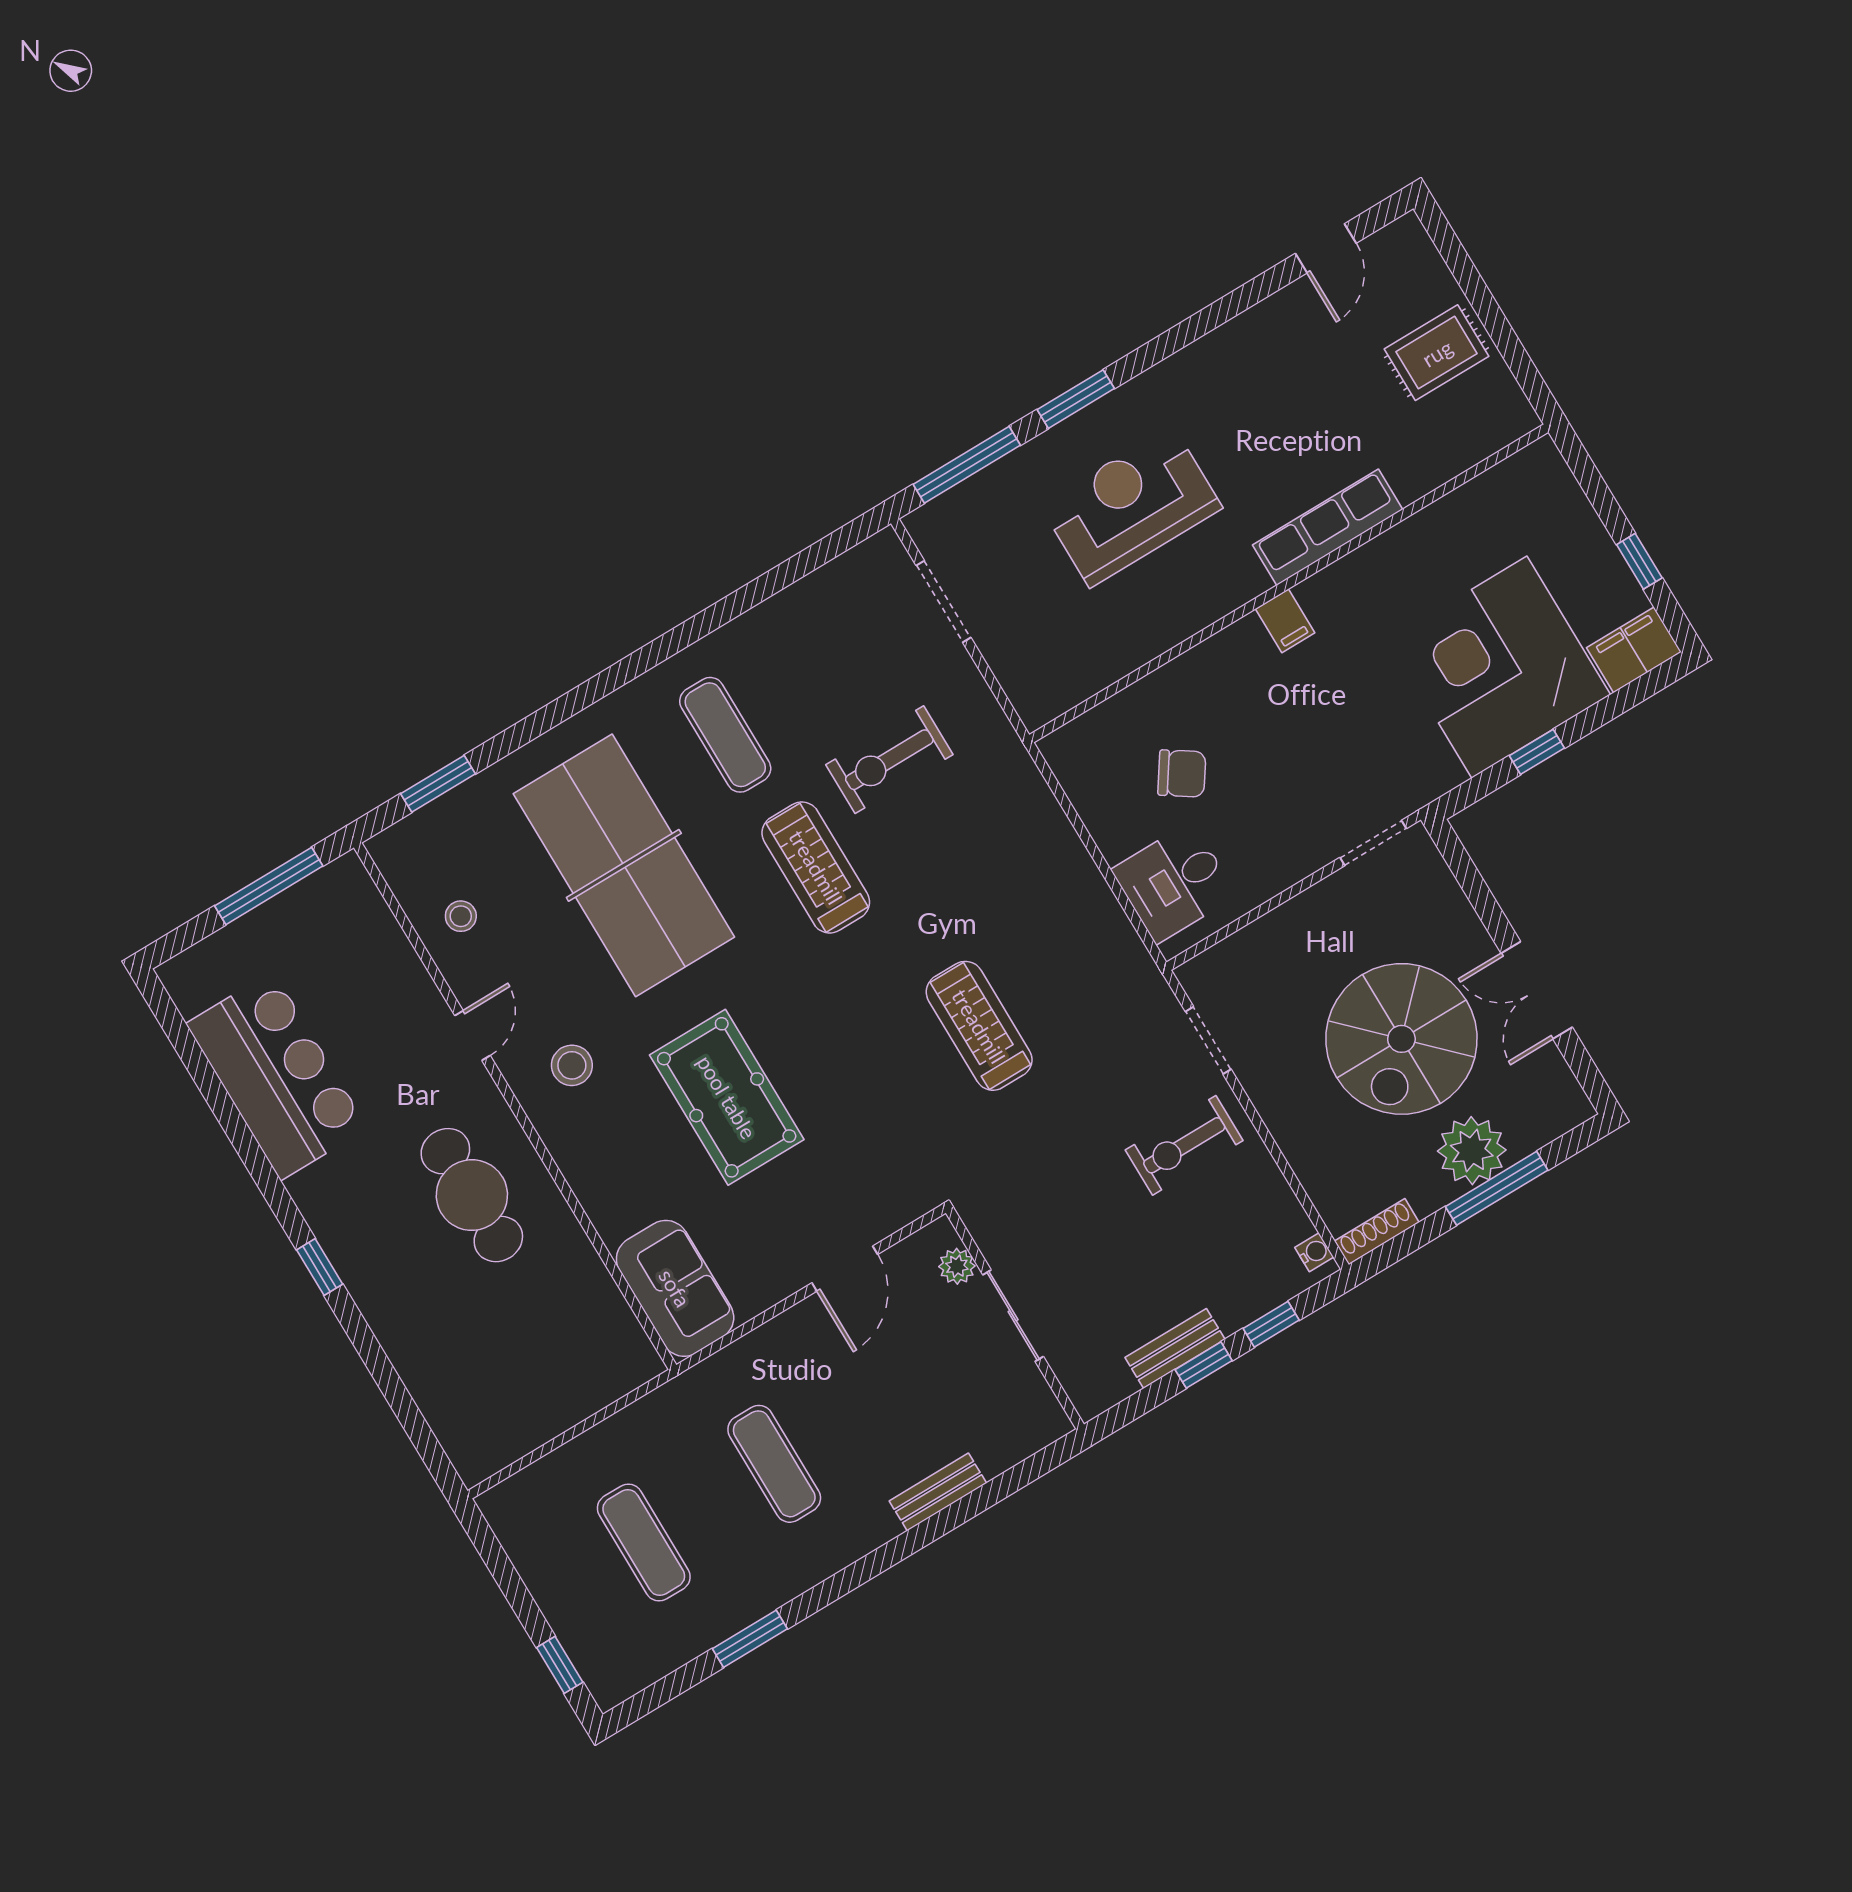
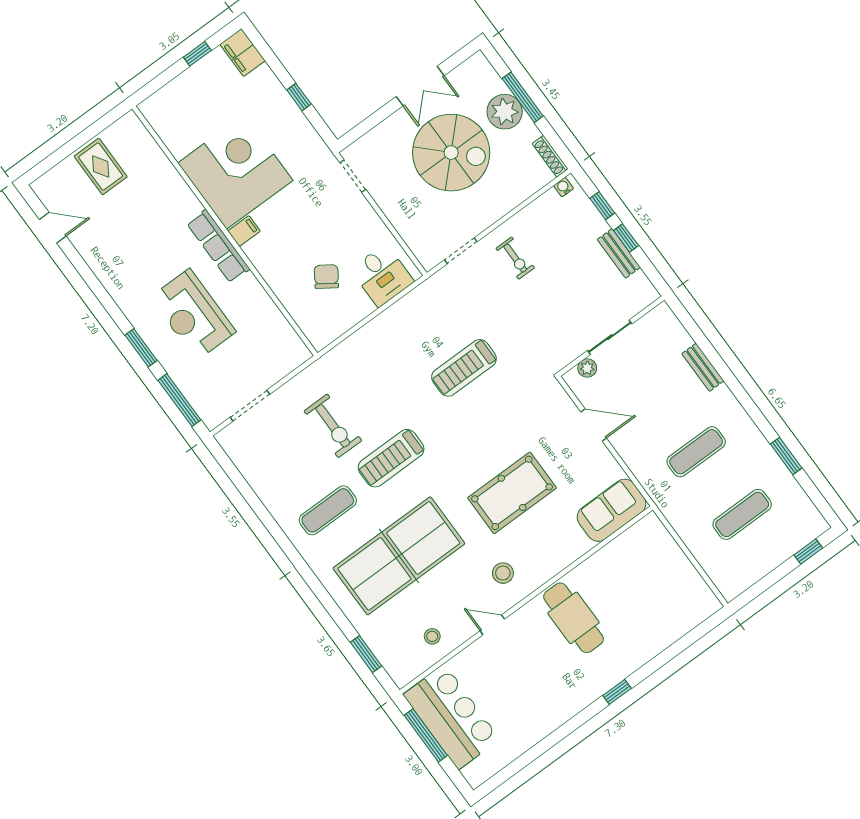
row of seats: (1328, 527) -> (218, 246), moved
corner desk: (1499, 667) -> (235, 172), moved, turned 180
bar counter: (277, 1076) -> (452, 717), moved, turned 90
exercise bike: (1184, 1145) -> (515, 258), width x0.73, depth x0.72
cafe table: (472, 1195) -> (573, 618), turned 90

